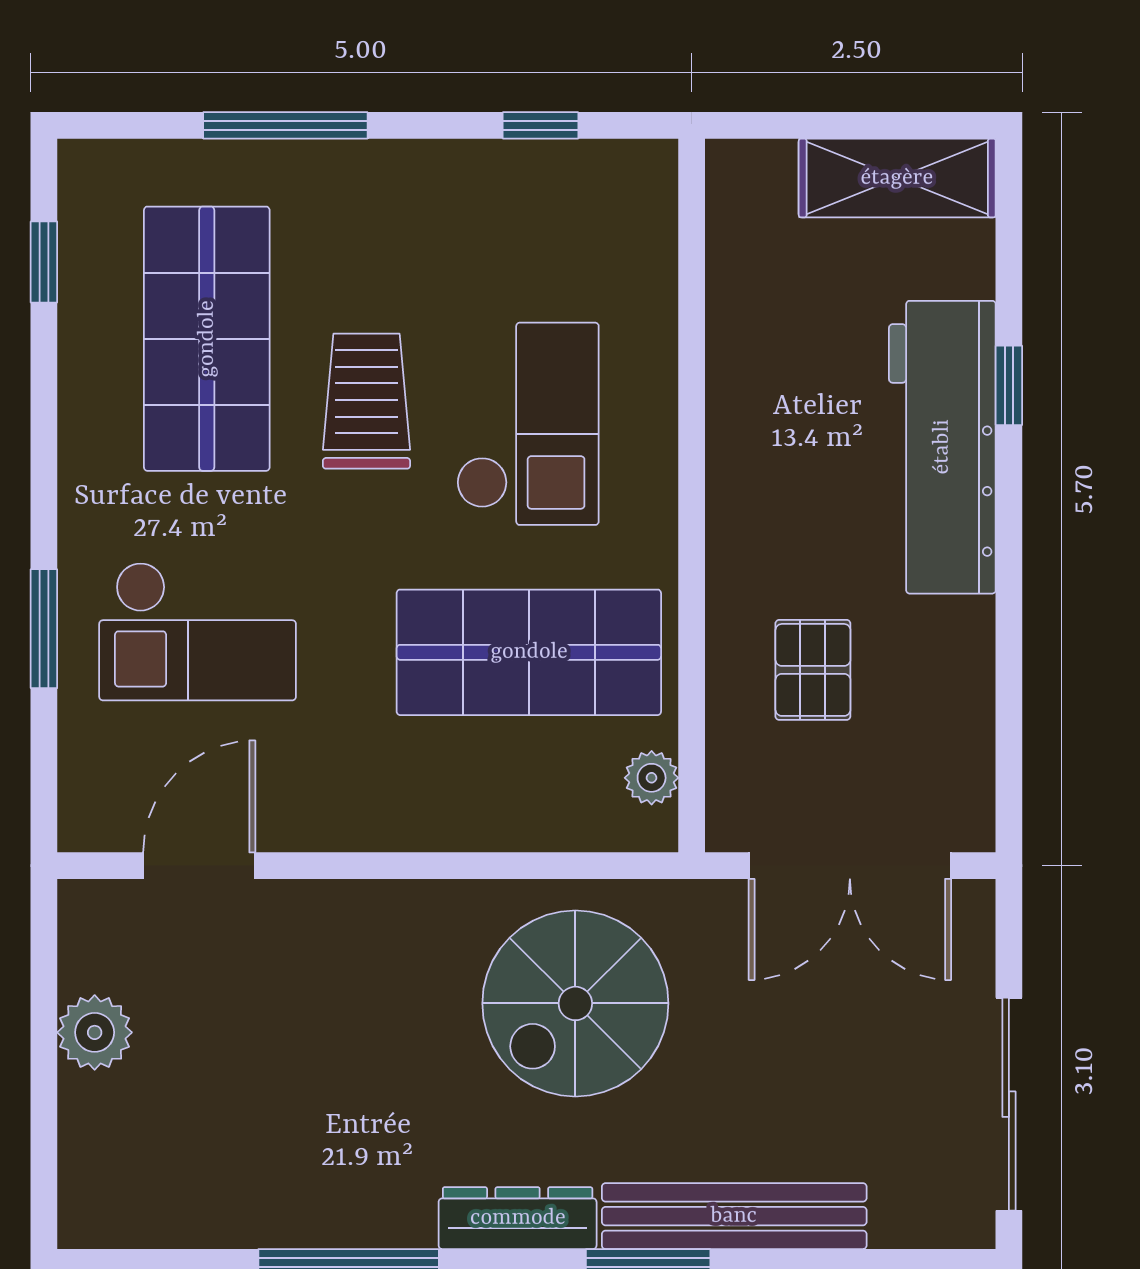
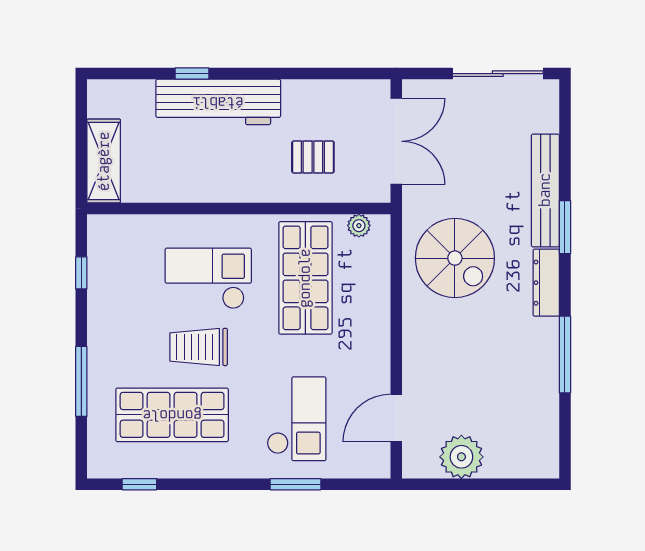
shelving: (897, 178) -> (104, 161), moved
door: (199, 866) -> (396, 418), hinge flipped
plant: (95, 1032) -> (461, 457), width x1.36, depth x1.36

